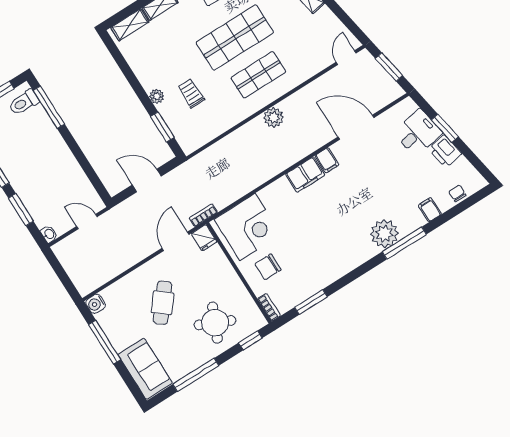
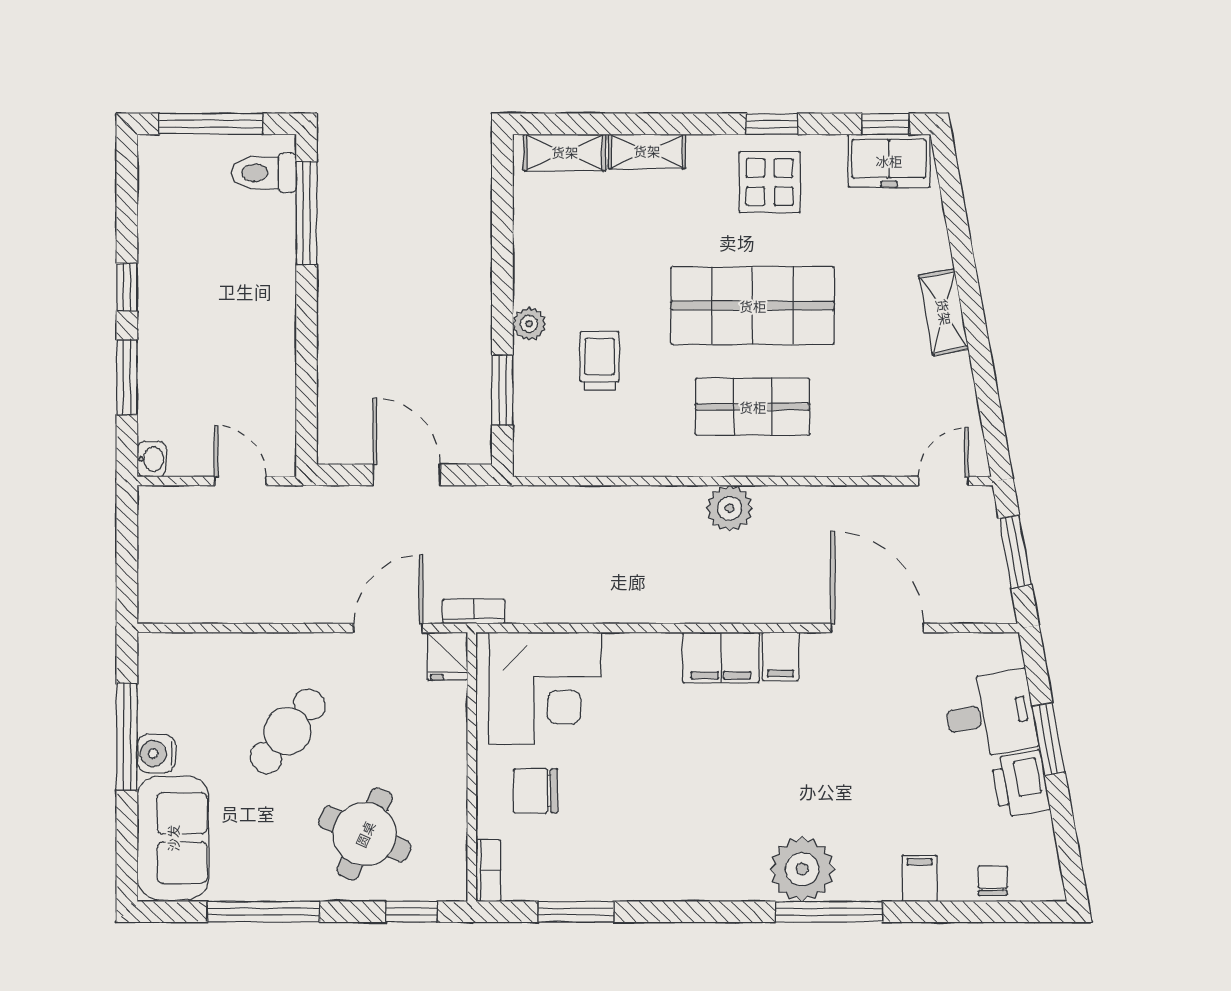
water cooler: (96, 304) -> (156, 754), moved

